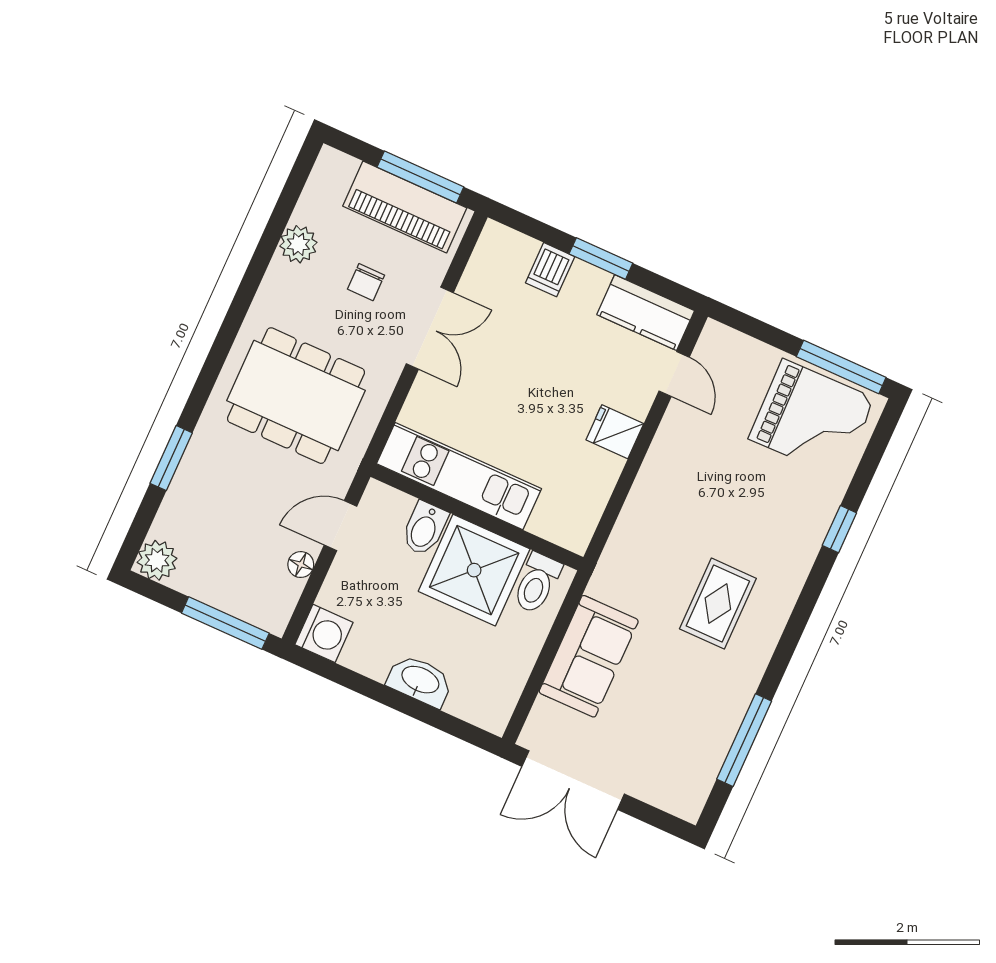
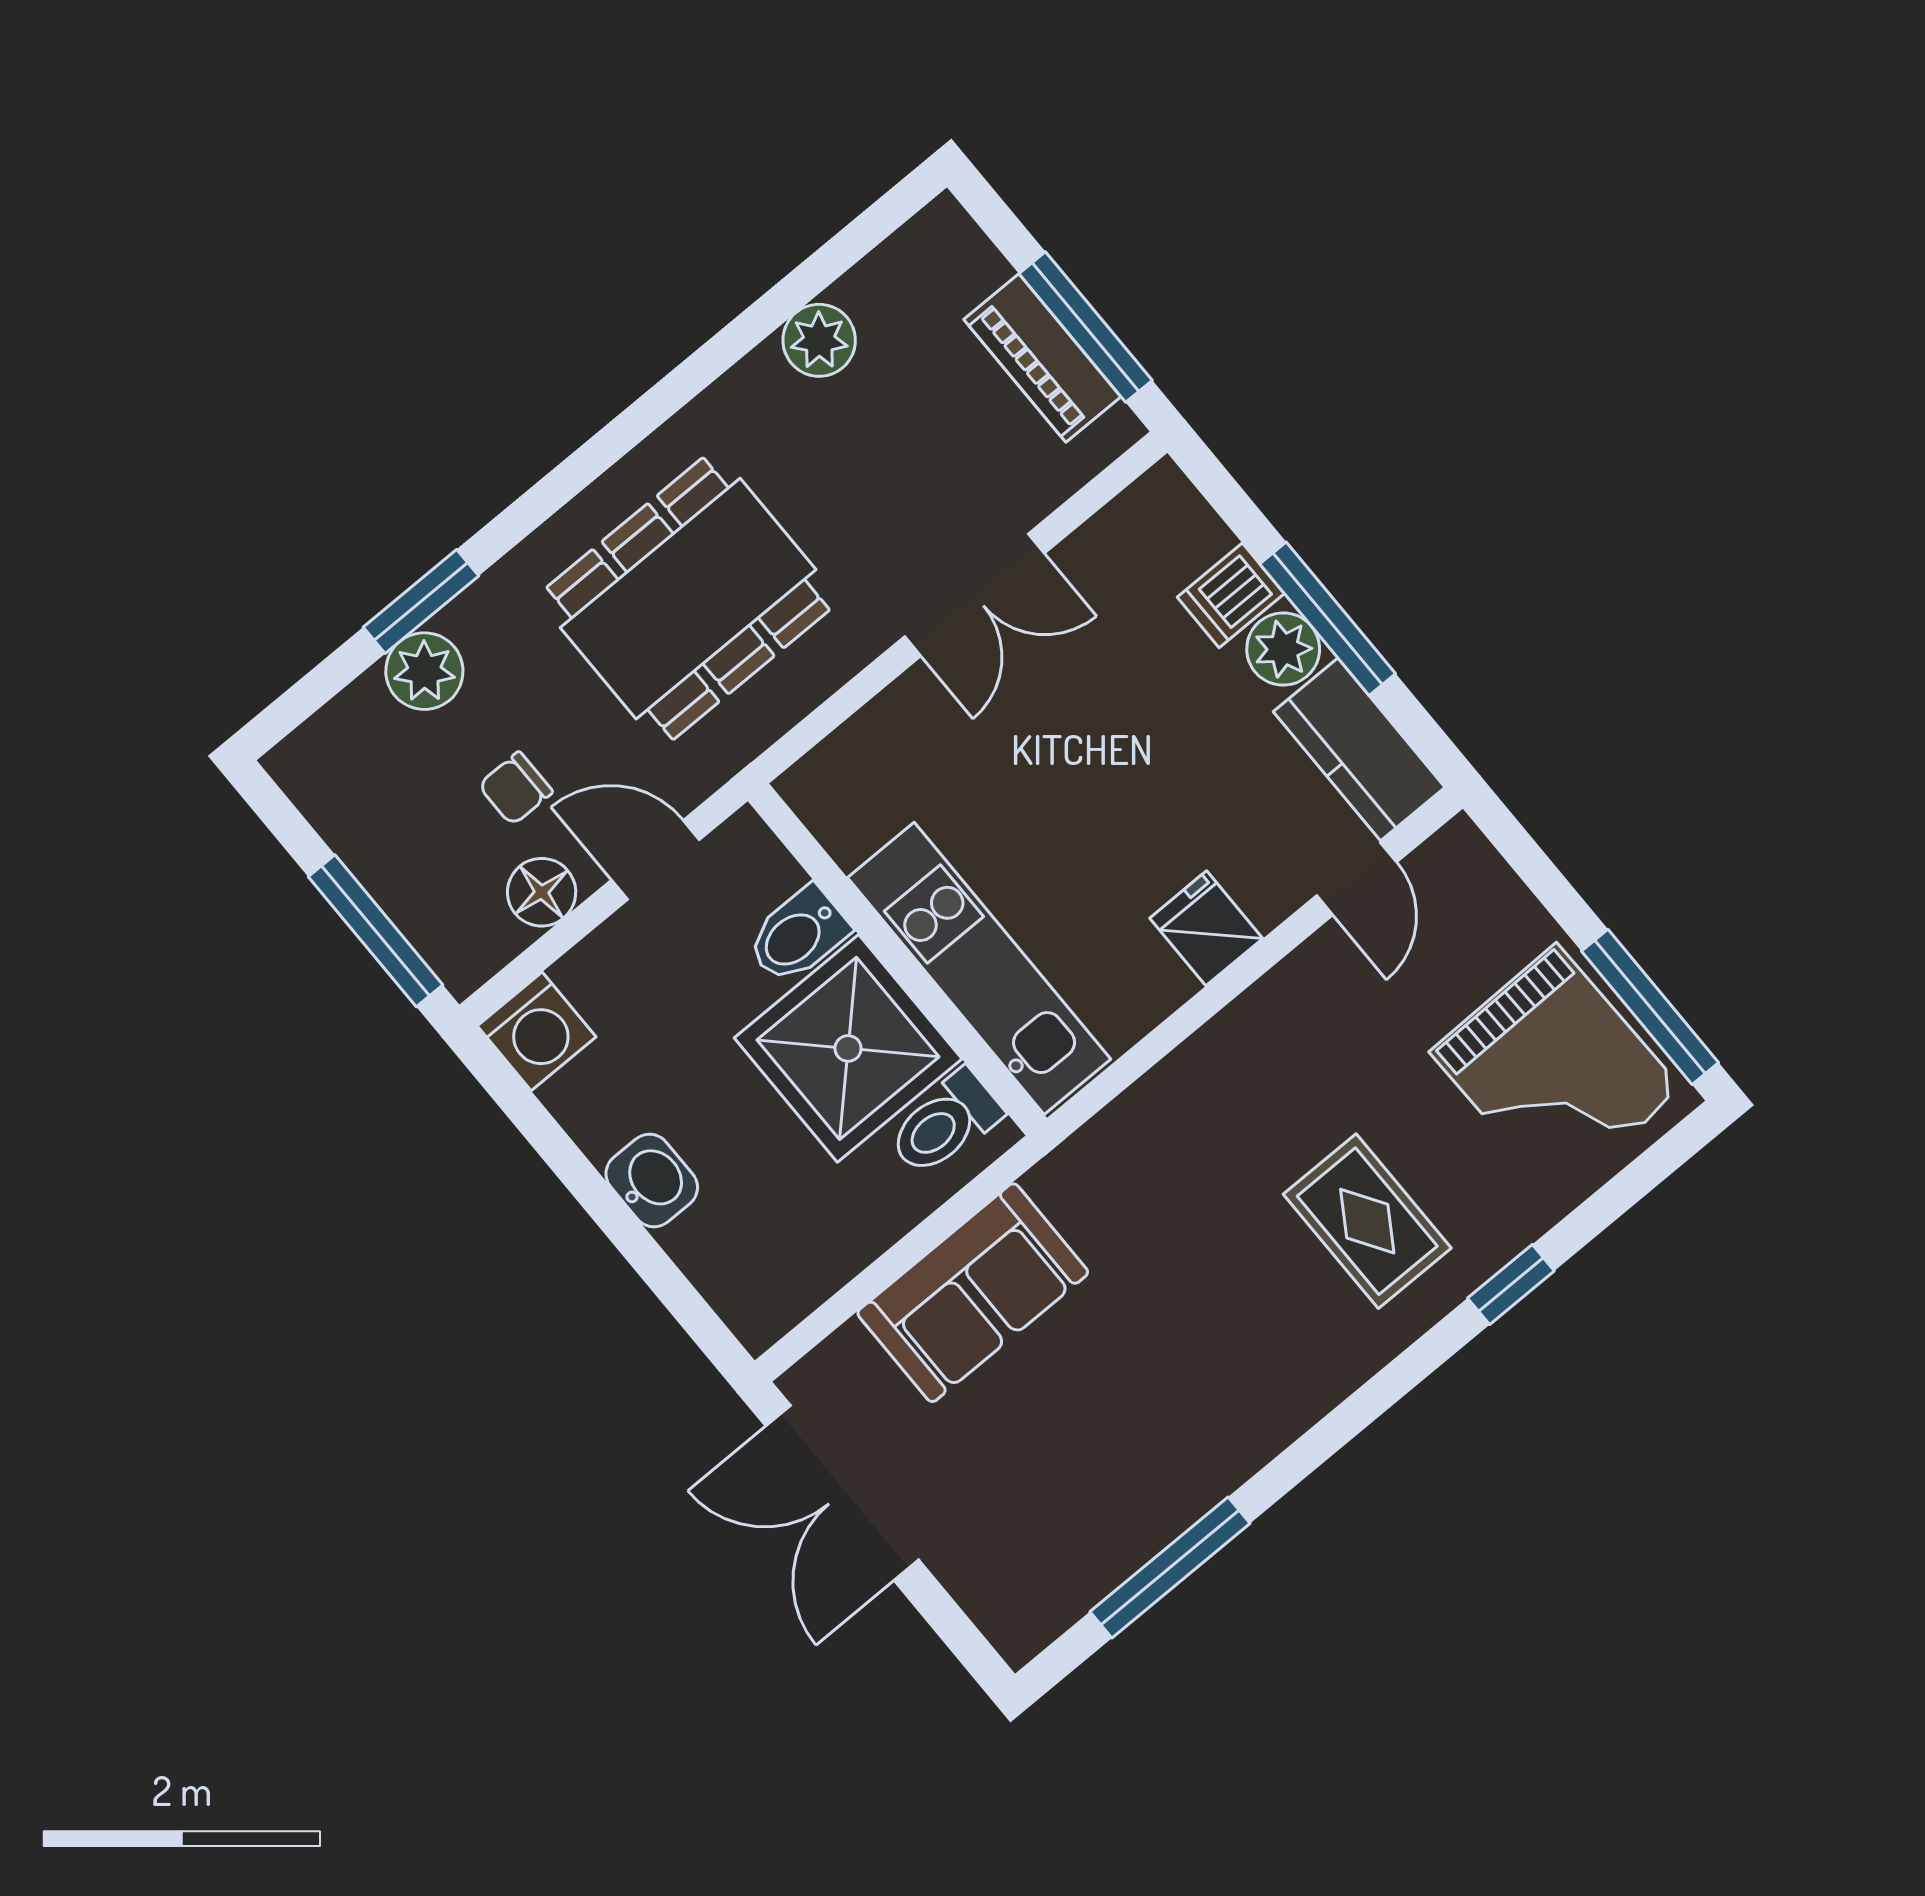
piano: (405, 207) -> (1042, 358), width x0.73, depth x0.75
window: (601, 258) -> (1328, 619), width x1.44
chair: (366, 282) -> (516, 788), moved
plant: (587, 283) -> (1283, 649), added
dining table: (296, 396) -> (688, 599), turned 90
kitchen unit: (459, 476) -> (979, 968), moved
plant: (157, 560) -> (424, 671), moved
floor lamp: (301, 565) -> (542, 892), width x1.37, depth x1.37
rug: (718, 604) -> (1367, 1221), moved, turned 90
washbasin: (420, 681) -> (652, 1181), width x0.72

